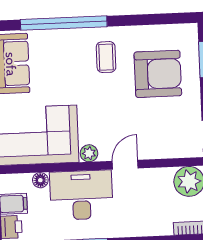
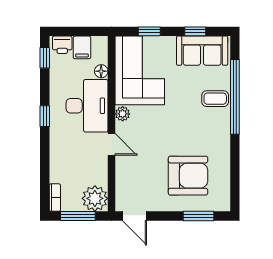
coffee table: (106, 57) -> (215, 99), moved
armchair: (158, 74) -> (188, 176), turned -90

